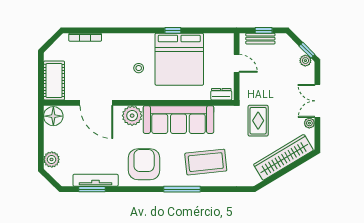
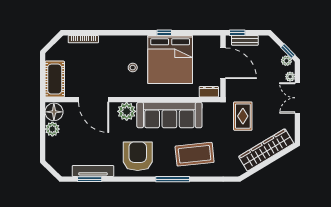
window: (264, 30) -> (237, 33), moved
door: (237, 63) -> (223, 63), width x1.88
plant: (309, 123) -> (290, 77), moved
plant: (52, 159) -> (52, 129), moved

